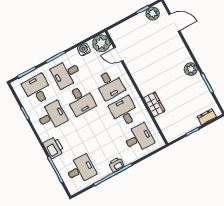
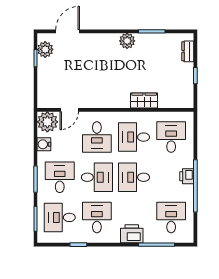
desk: (66, 74) -> (60, 177), turned 180
desk: (110, 85) -> (97, 137), turned 90
desk: (95, 127) -> (134, 177), added

